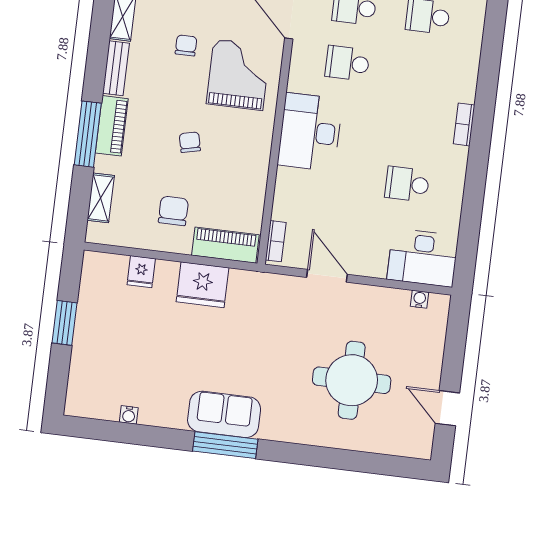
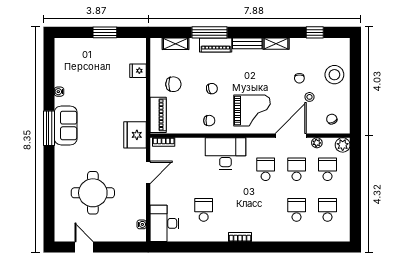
chair: (186, 45) -> (209, 121), moved
fridge: (203, 285) -> (135, 135), moved
door: (447, 408) -> (84, 247), hinge flipped
water cooler: (129, 415) -> (59, 92), moved

